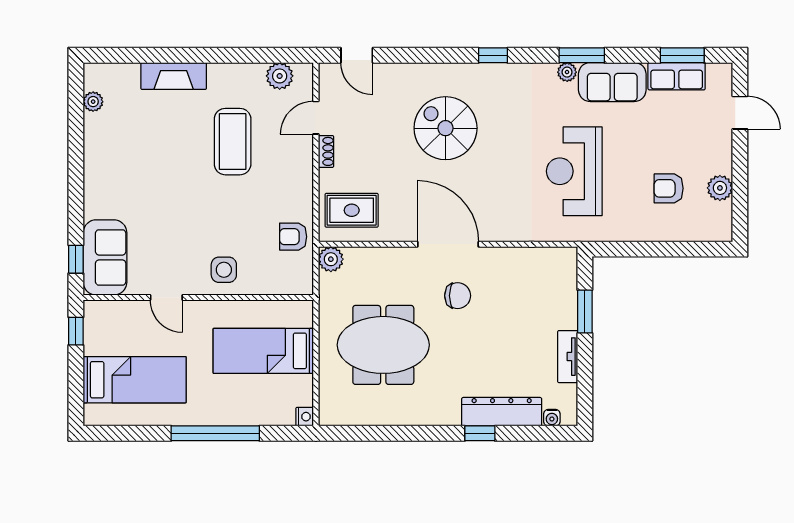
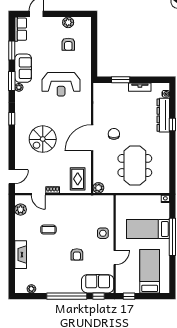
window: (682, 55) -> (12, 51), moved
row of seats: (677, 76) -> (21, 29), moved
coffee table: (233, 142) -> (48, 230), width x0.54, depth x0.58
window: (76, 185) -> (67, 296), added
armchair: (293, 237) -> (77, 254), moved
bed: (263, 351) -> (148, 229), moved, turned 90

